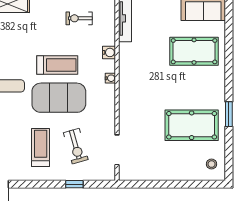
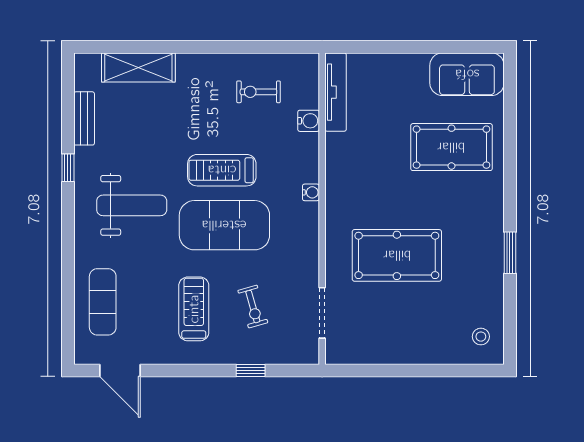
water cooler: (109, 52) -> (309, 121), moved
treadmill: (57, 65) -> (222, 170), turned 180
pool table: (192, 125) -> (397, 255), moved
exercise bike: (76, 146) -> (253, 307), width x0.73, depth x0.72

